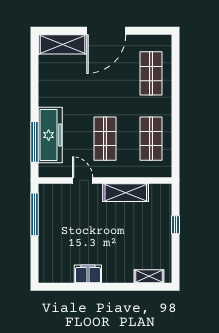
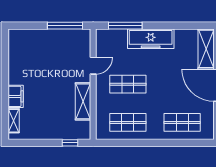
freezer: (50, 135) -> (151, 39), moved
window: (176, 225) -> (70, 143), moved
filing cabinet: (88, 274) -> (16, 96), moved

